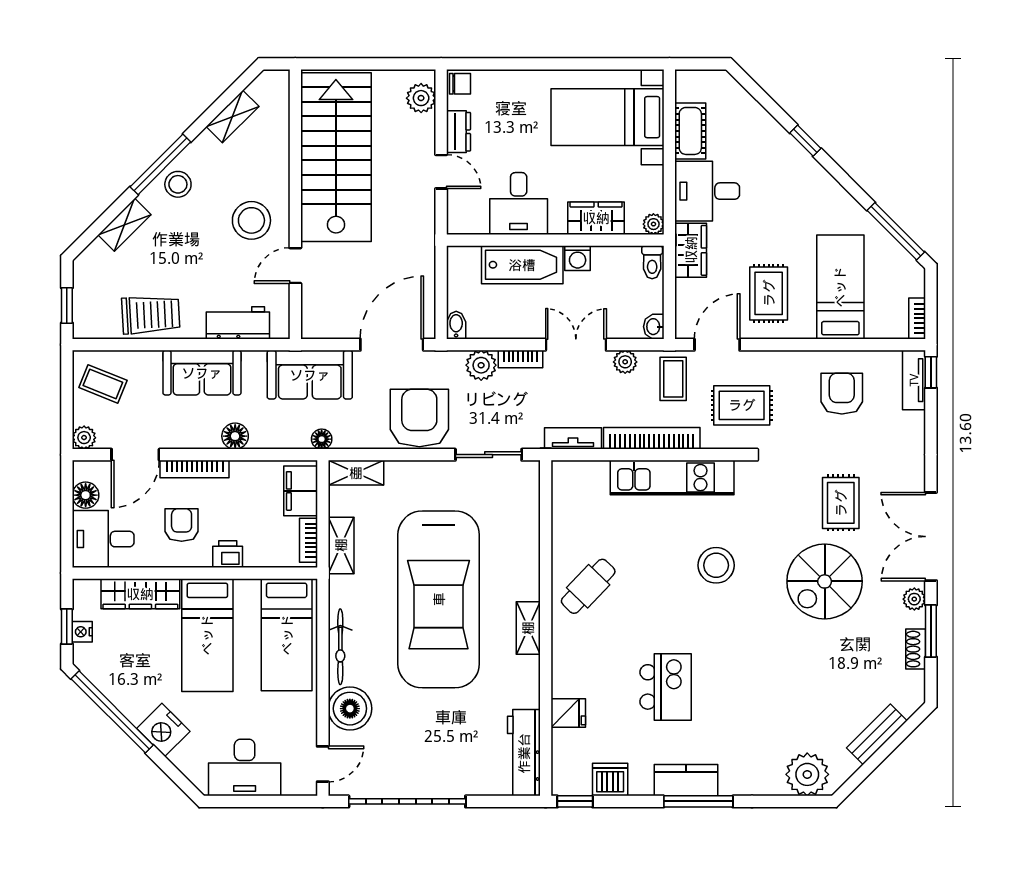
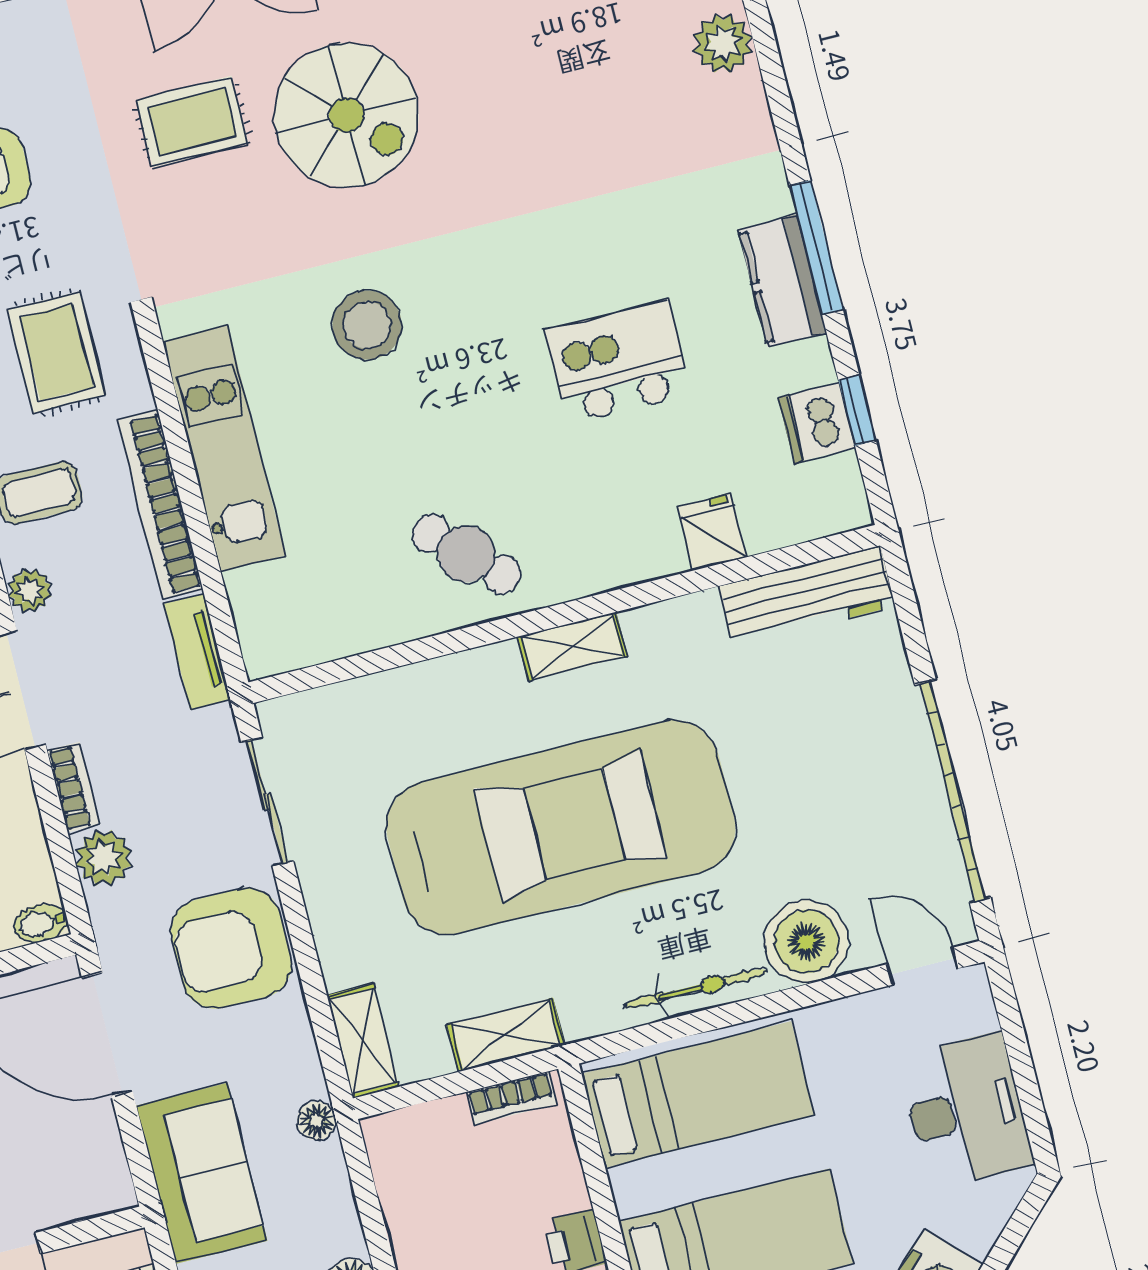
filing cabinet: (301, 491) -> (423, 1136), removed
plant: (807, 774) -> (723, 43), width x0.73, depth x0.73
window: (575, 801) -> (857, 410), moved

